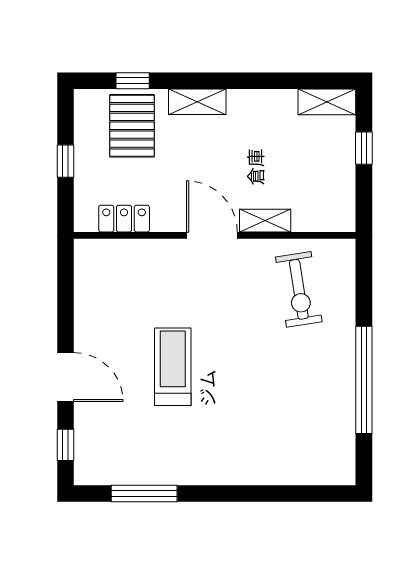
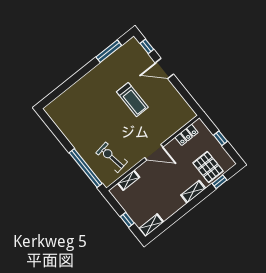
shelving: (265, 221) -> (129, 180), moved
window: (364, 380) -> (86, 168), moved

